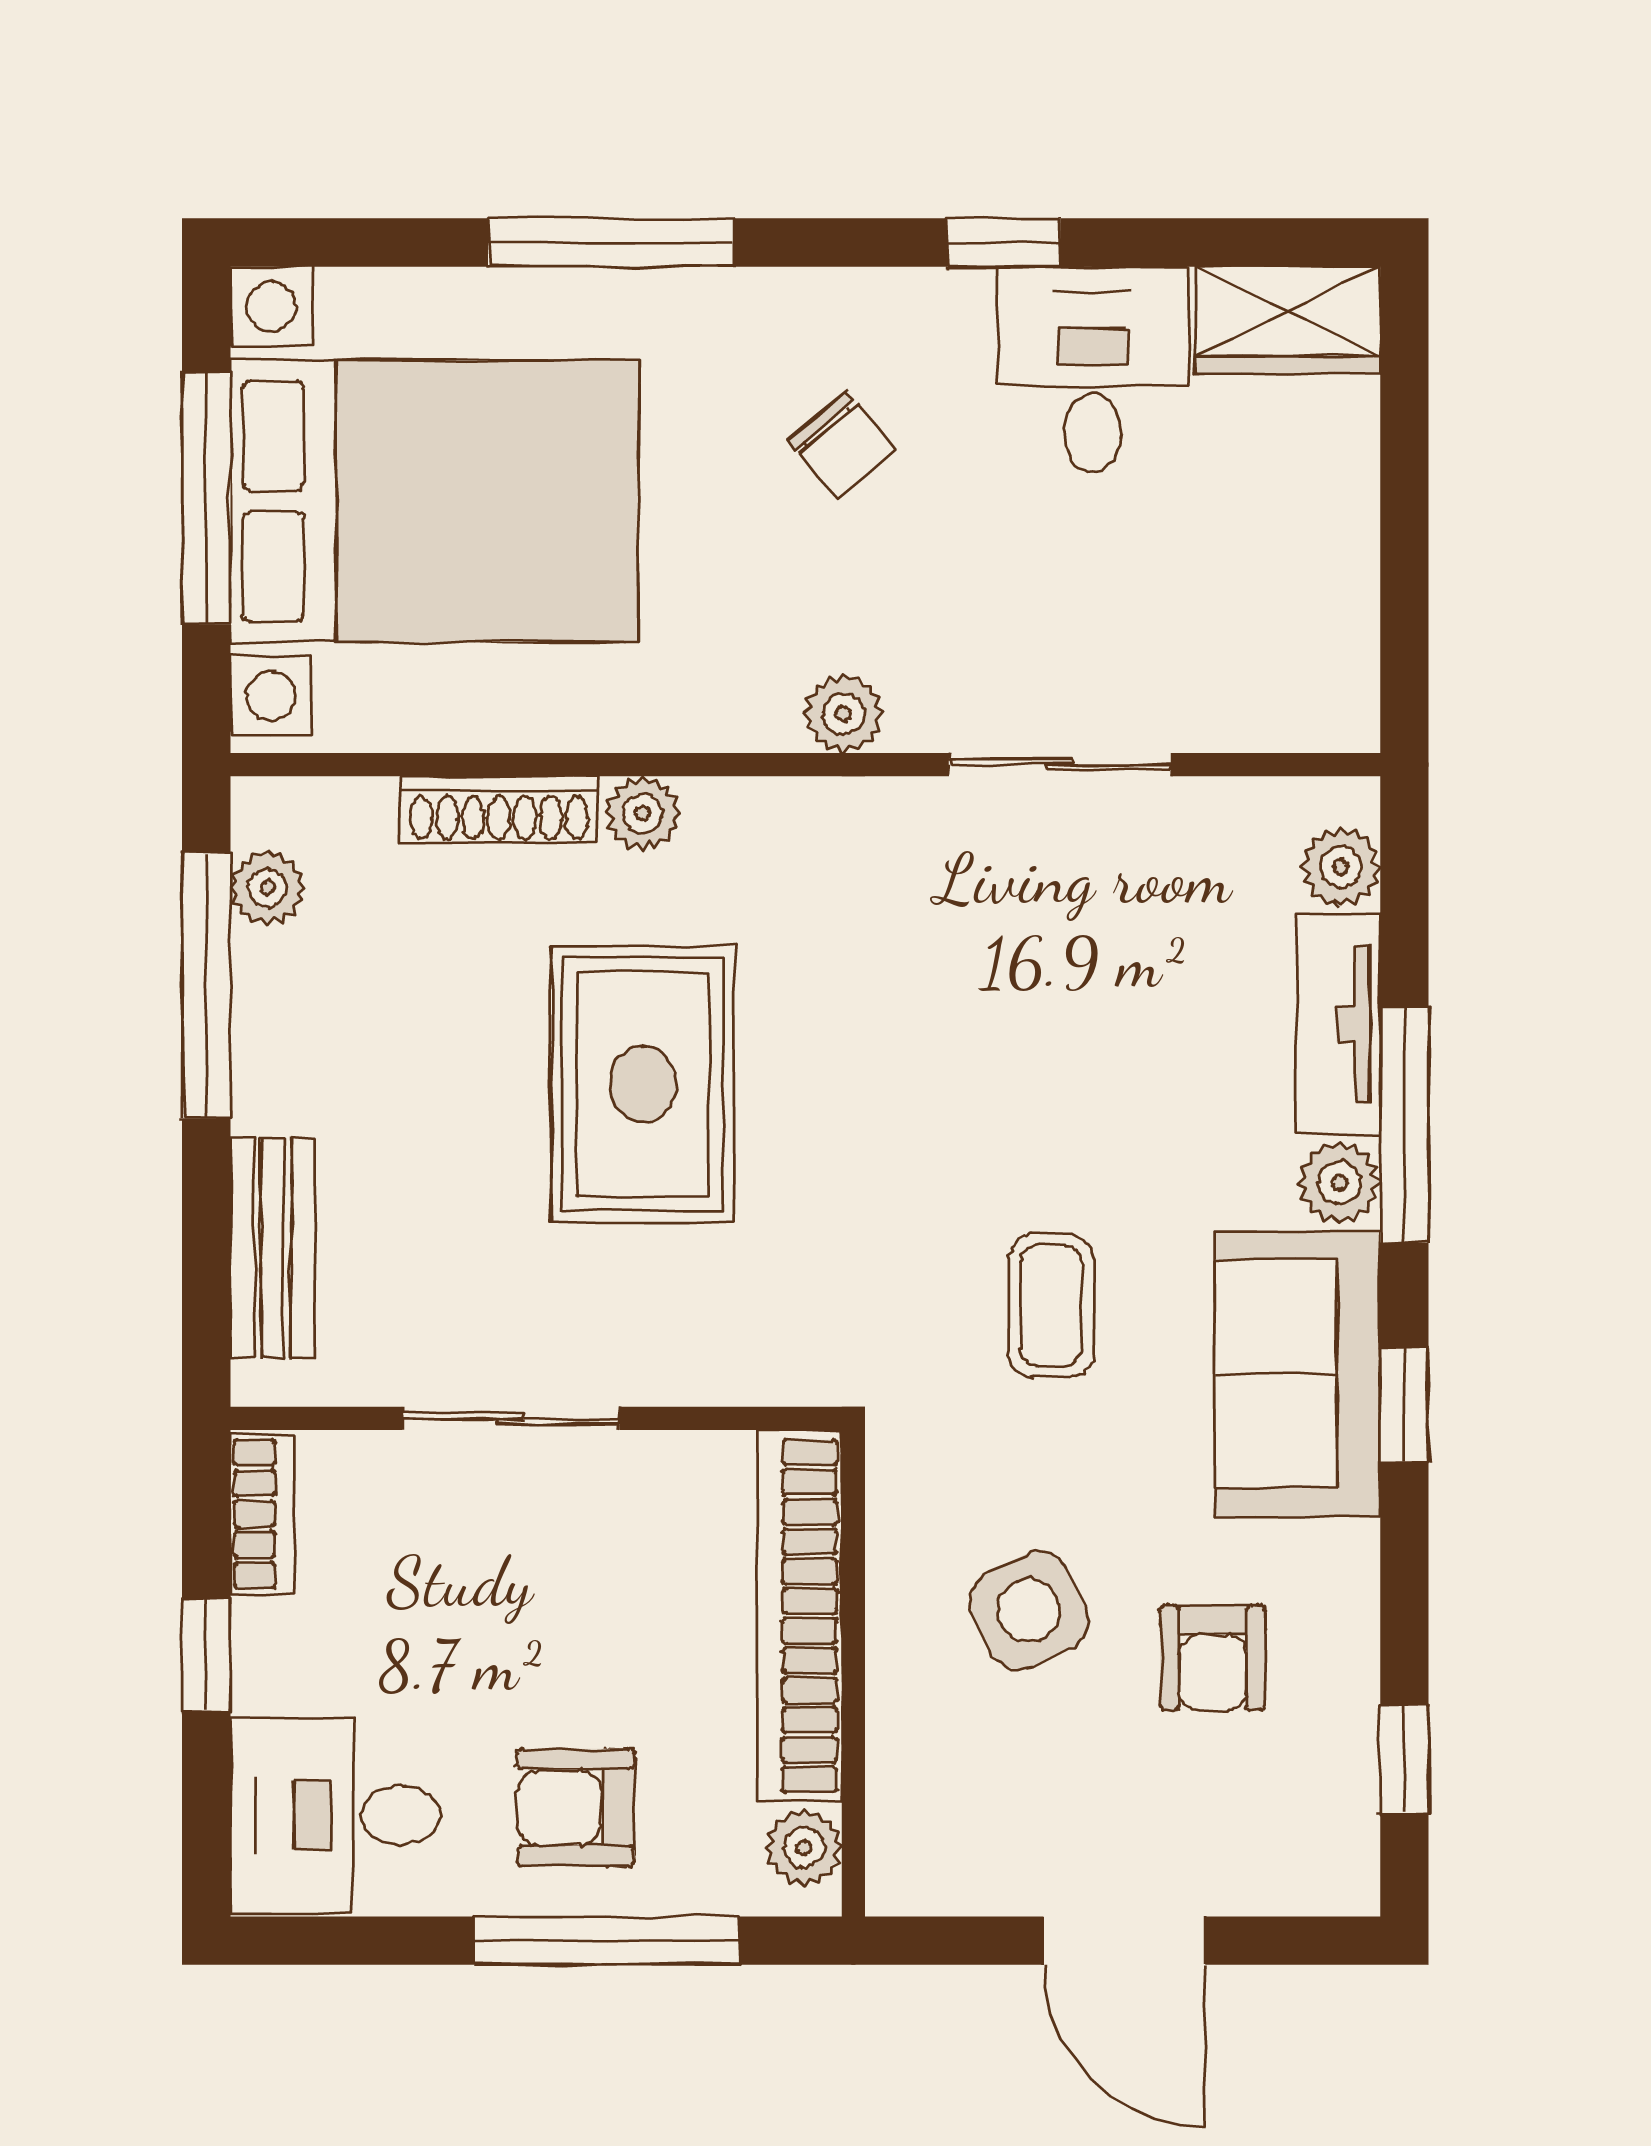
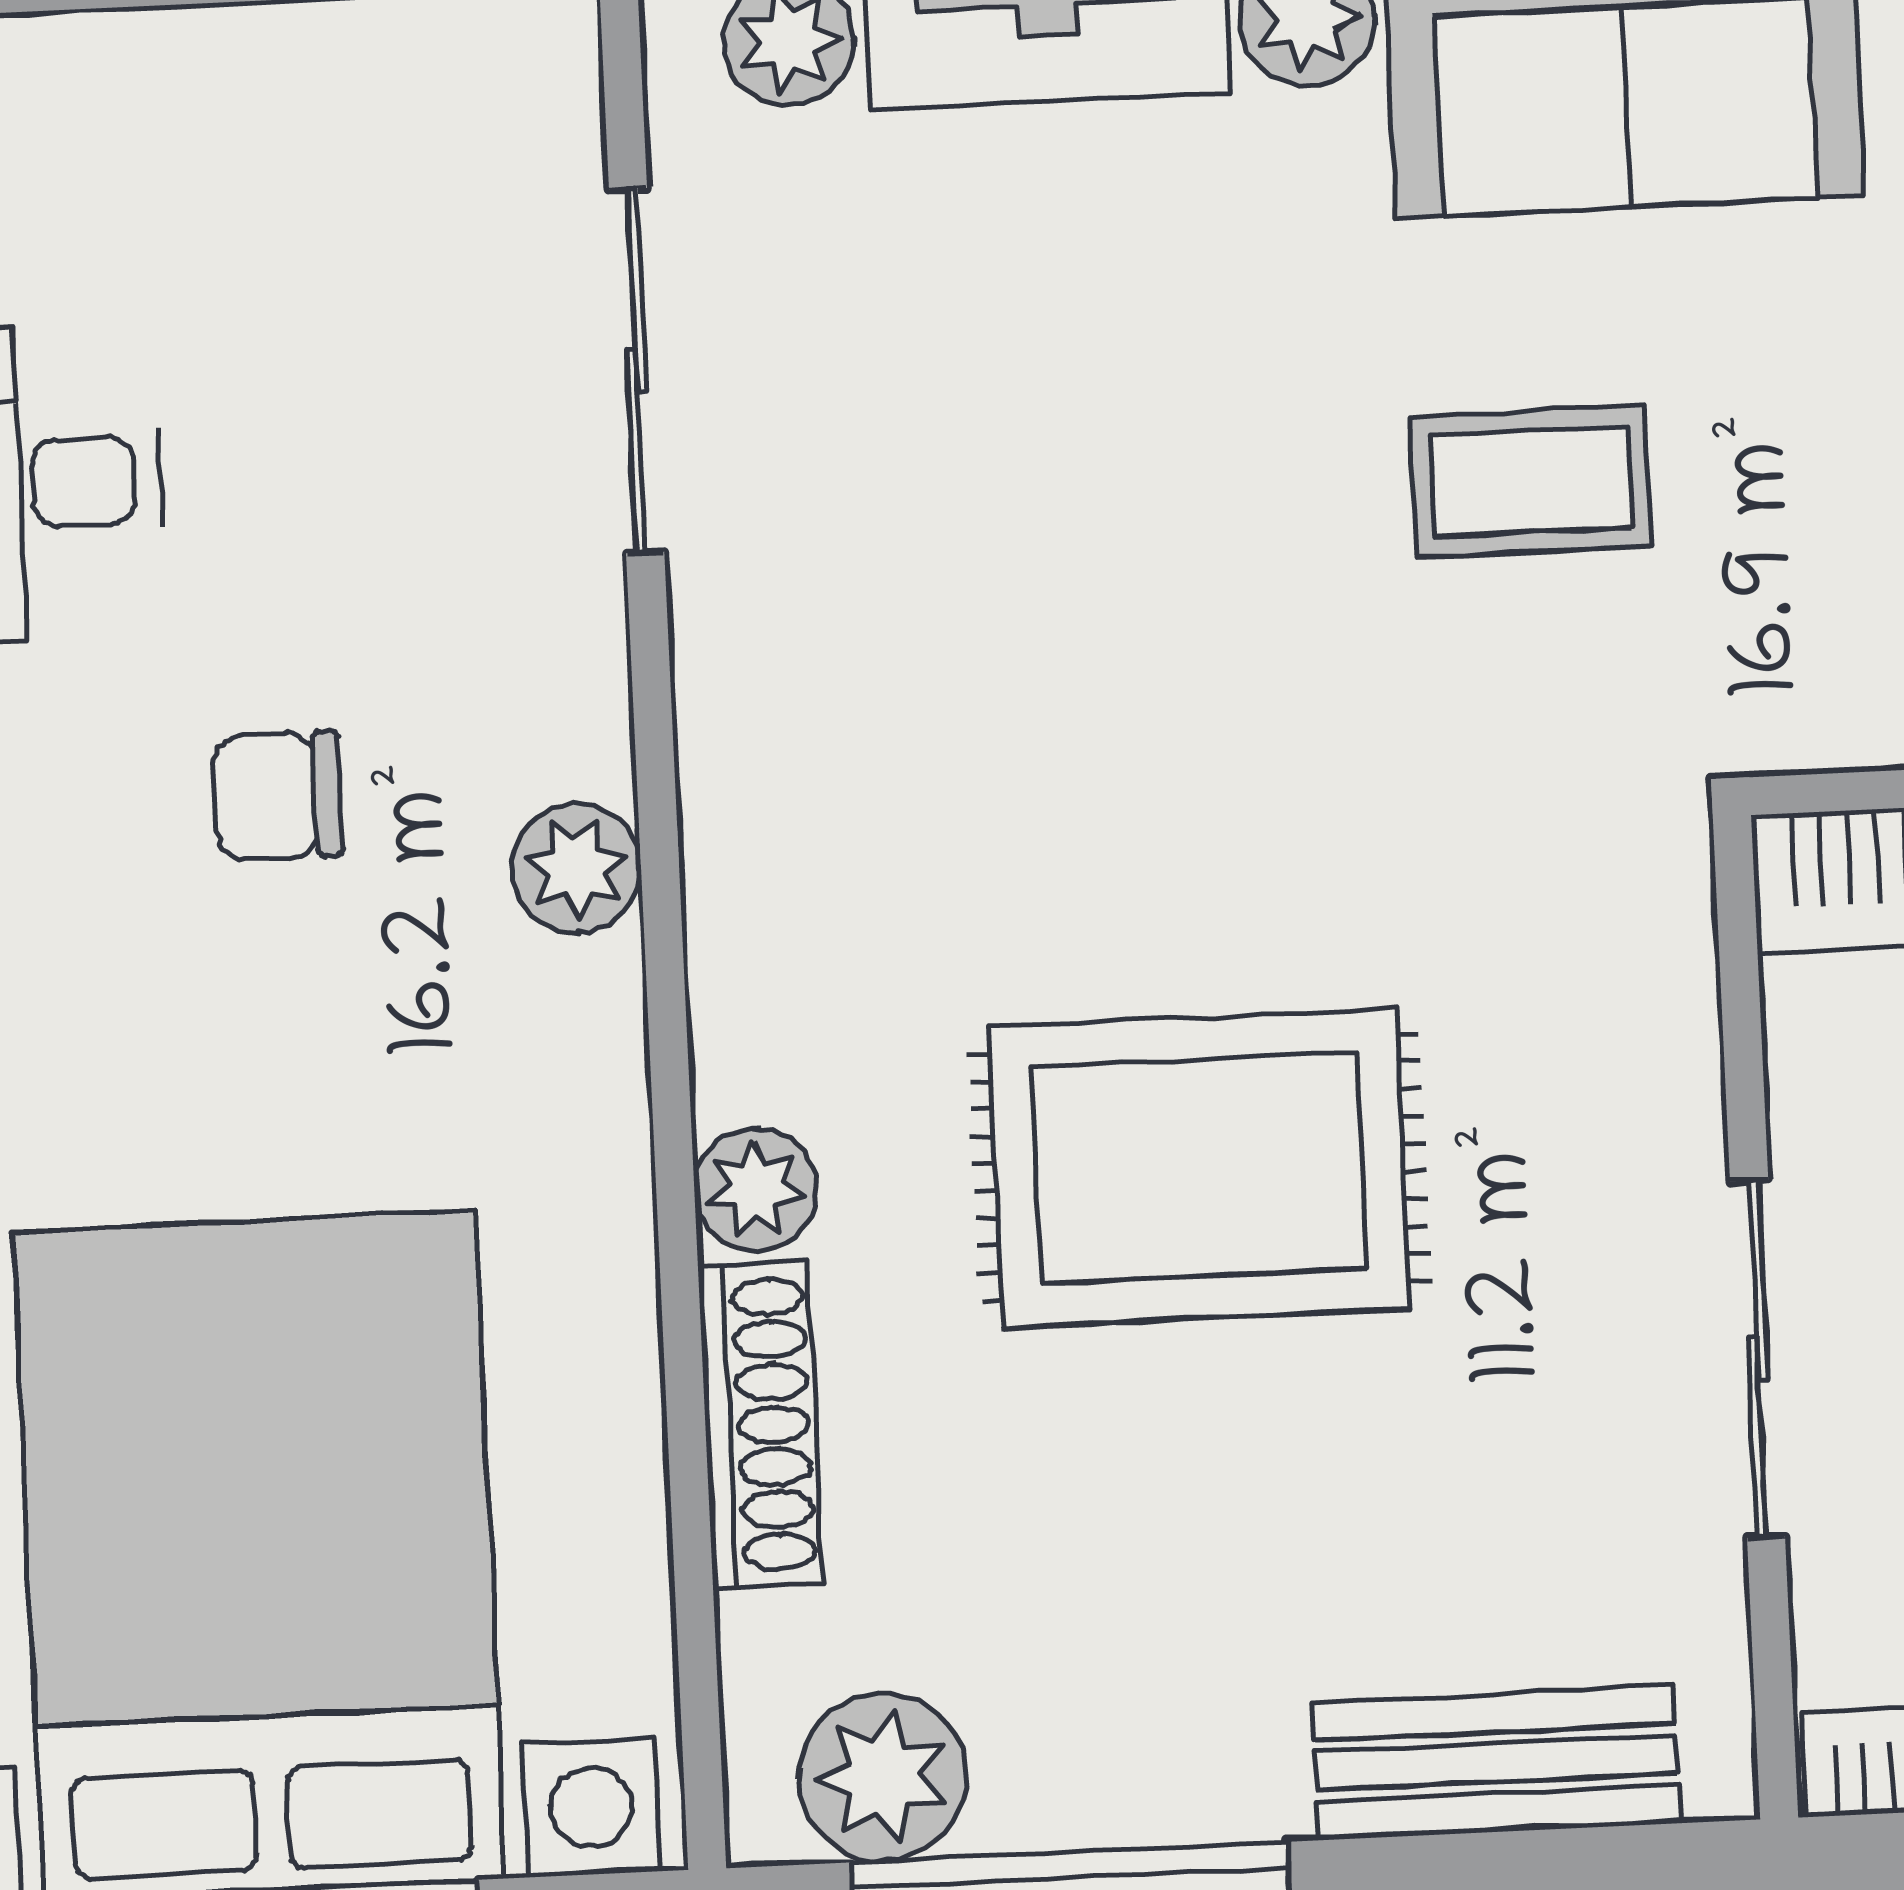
chair: (842, 445) -> (278, 796), moved, turned -140
sliding door: (1060, 765) -> (637, 371), moved
plant: (267, 888) -> (883, 1777), width x1.38, depth x1.38

